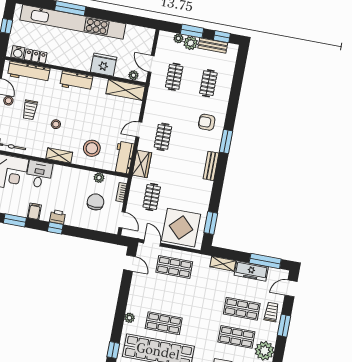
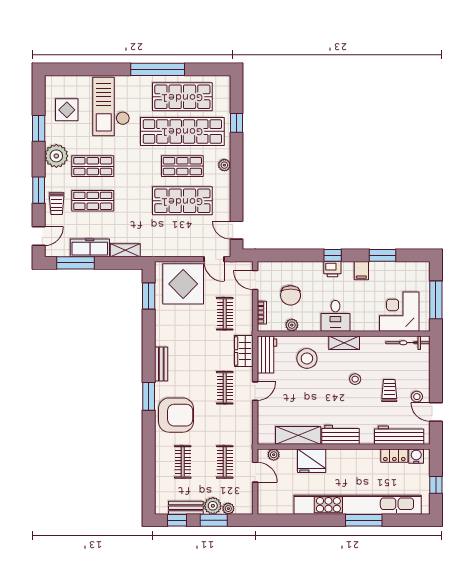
shelving: (125, 90) -> (298, 435), moved
armchair: (207, 122) -> (176, 415), width x1.88, depth x1.88
desk: (39, 174) -> (335, 316), moved
shop shelf: (174, 267) -> (182, 201), moved, width x1.43, depth x1.36

